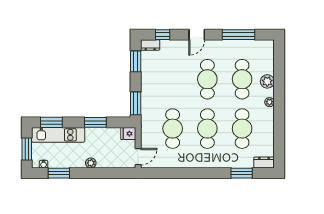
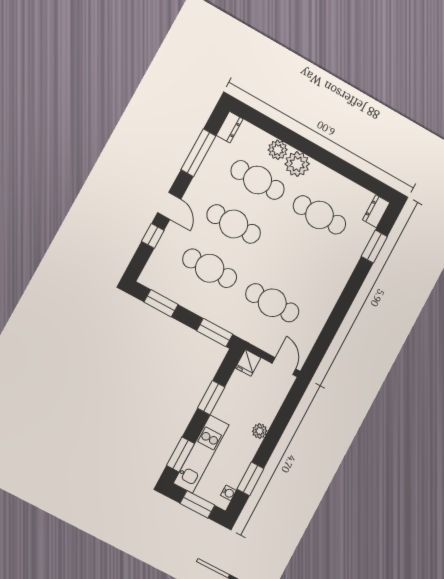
window: (163, 35) -> (153, 236), moved
dresser: (150, 45) -> (230, 127), moved
plant: (269, 102) -> (297, 164), width x1.88, depth x1.88
cafe table: (207, 129) -> (210, 268), moved

